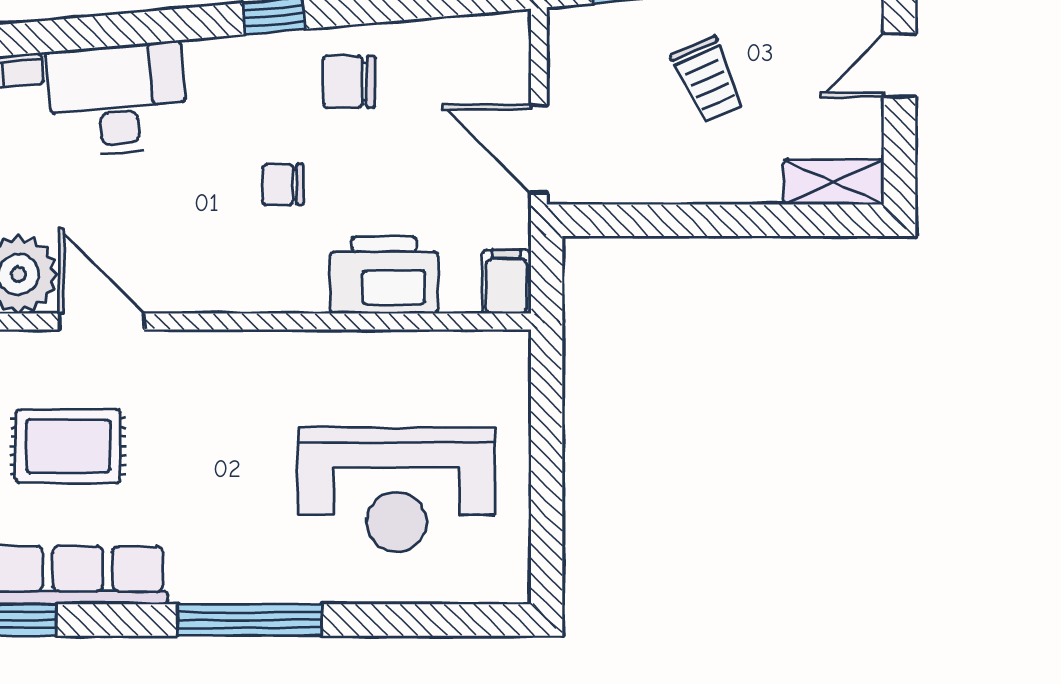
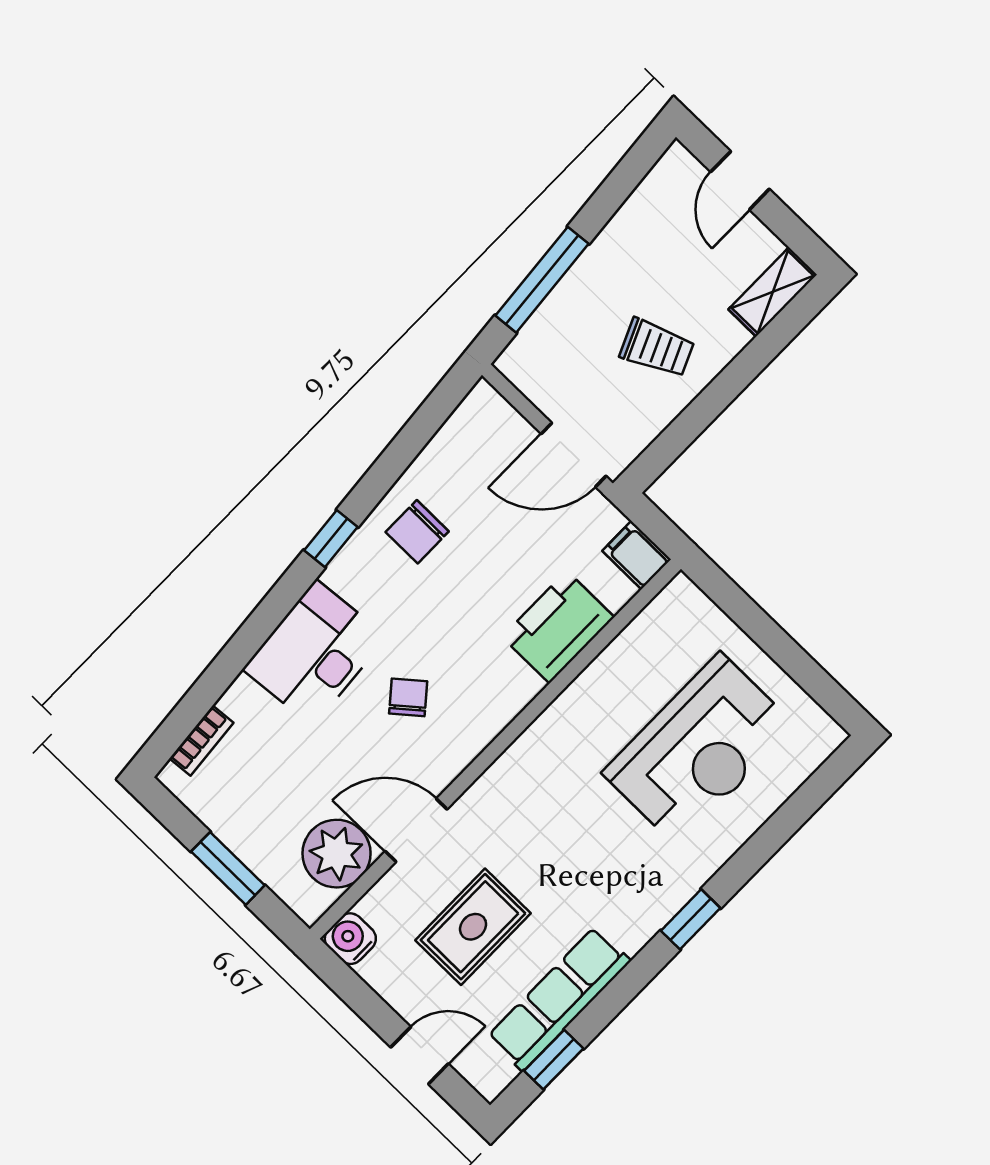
trolley: (708, 80) -> (657, 348), moved
desk: (117, 99) -> (315, 653), moved
chair: (283, 184) -> (408, 697), moved, turned 140
window: (249, 620) -> (691, 919), width x0.46

